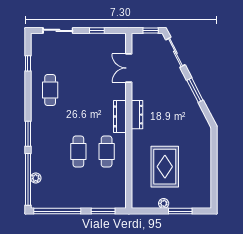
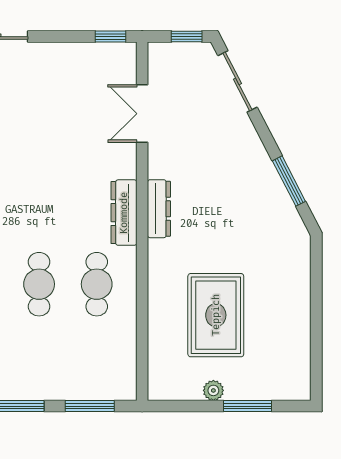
window: (97, 30) -> (110, 37), moved
window: (195, 90) -> (289, 181), moved

